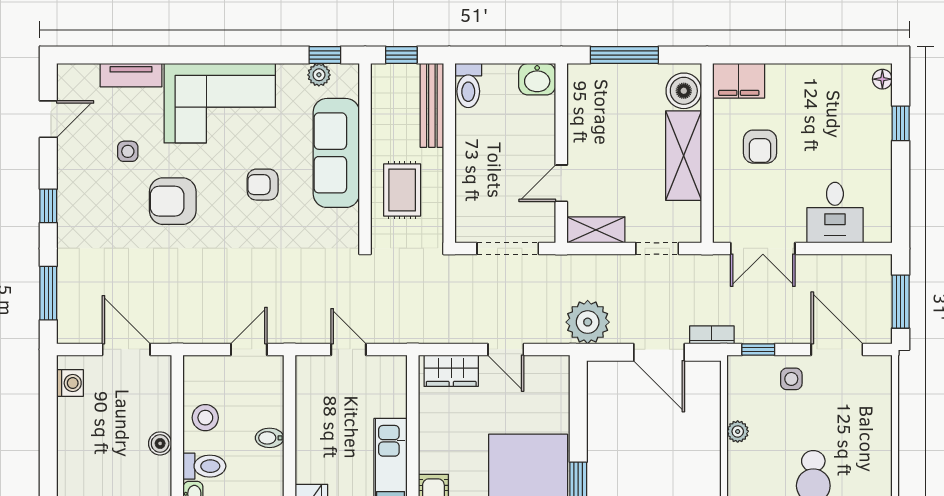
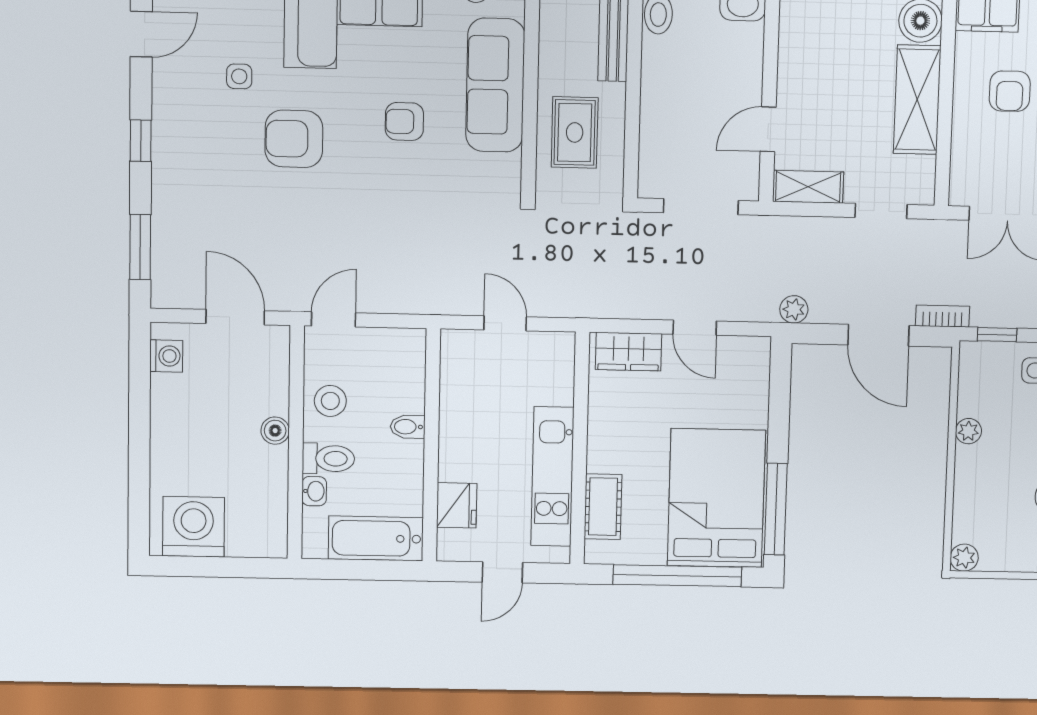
plant: (588, 322) -> (794, 309), width x0.53, depth x0.53
door: (249, 349) -> (334, 319), moved

